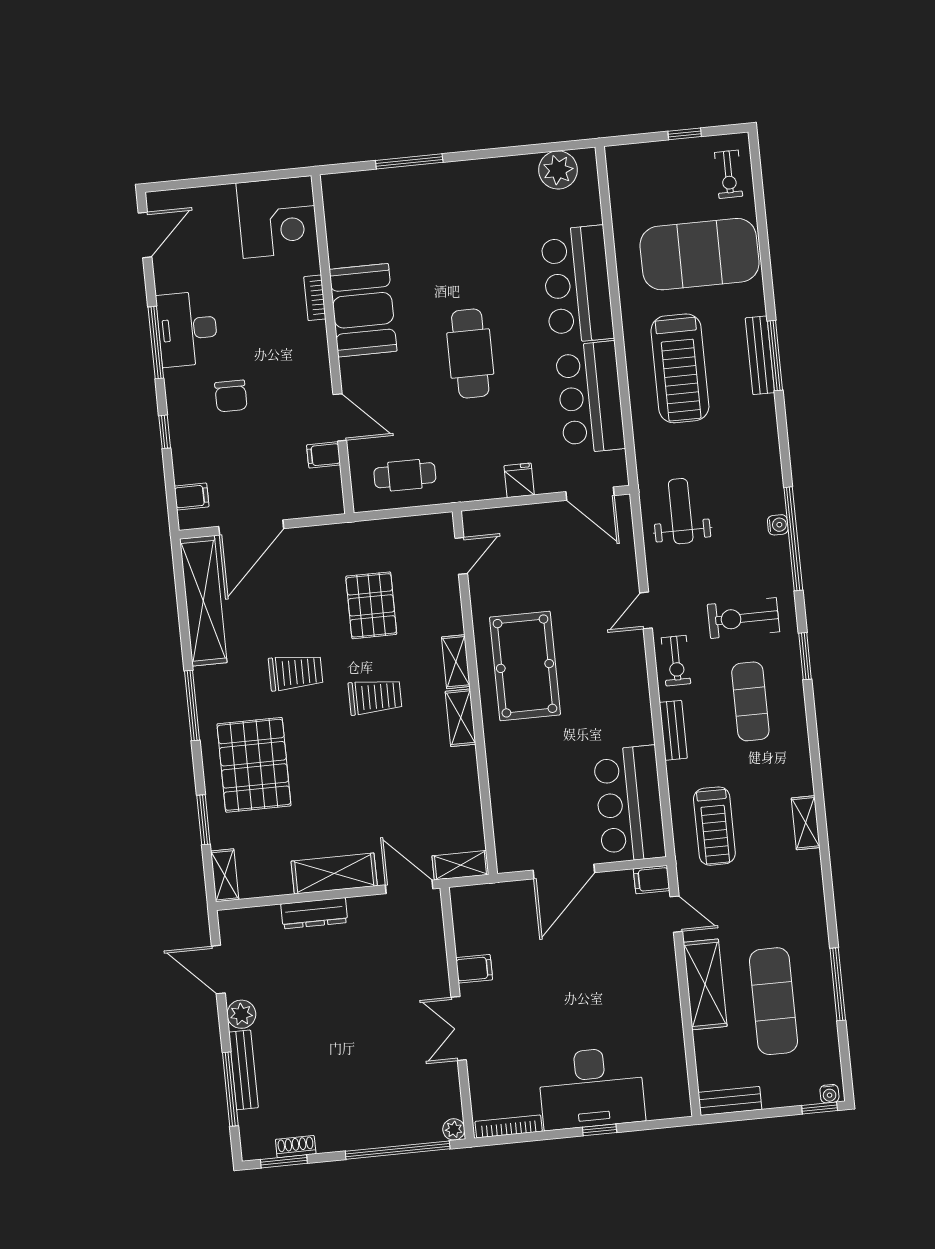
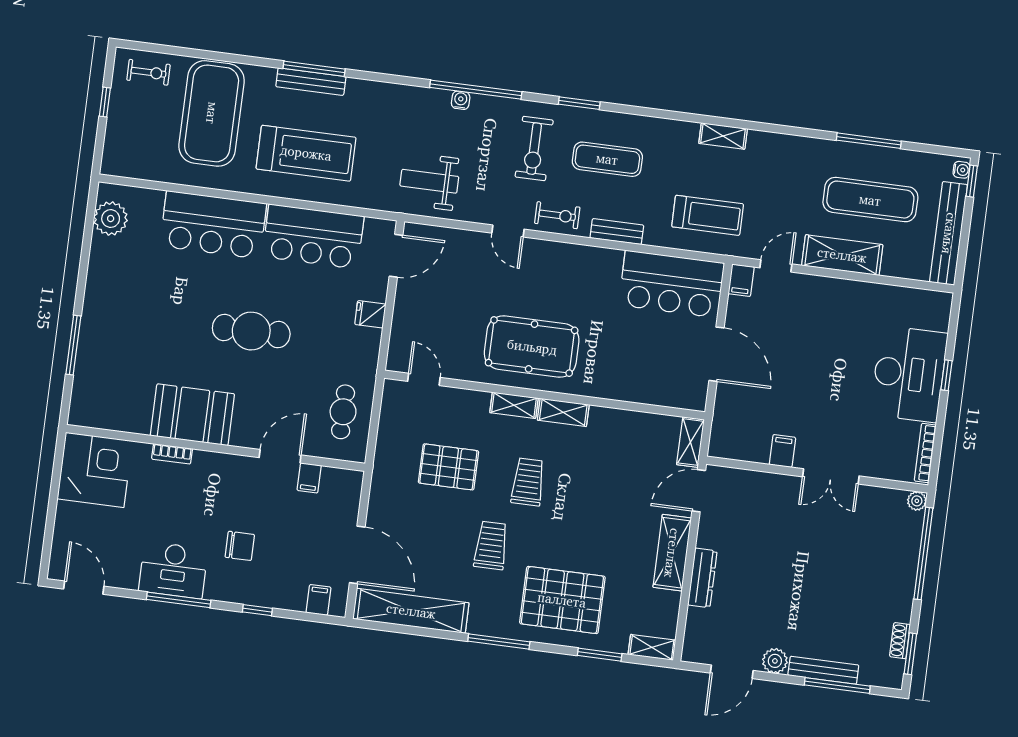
bench: (730, 1101) -> (949, 233), width x1.86, depth x1.21

